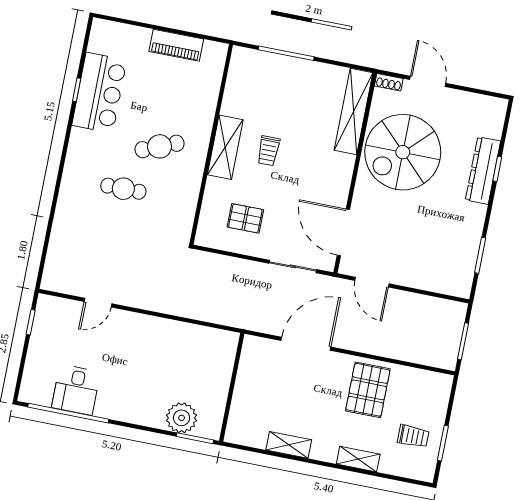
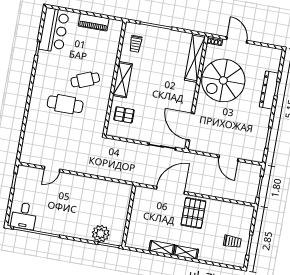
bar counter: (99, 93) -> (54, 30), moved
trolley: (268, 151) -> (136, 44), moved
cafe table: (123, 189) -> (65, 104), width x1.37, depth x1.35
pallet: (245, 218) -> (124, 115), moved
door: (372, 282) -> (228, 158), moved
desk: (76, 390) -> (24, 216), moved
pallet: (368, 390) -> (193, 213), moved
shelving: (358, 459) -> (186, 252), moved

